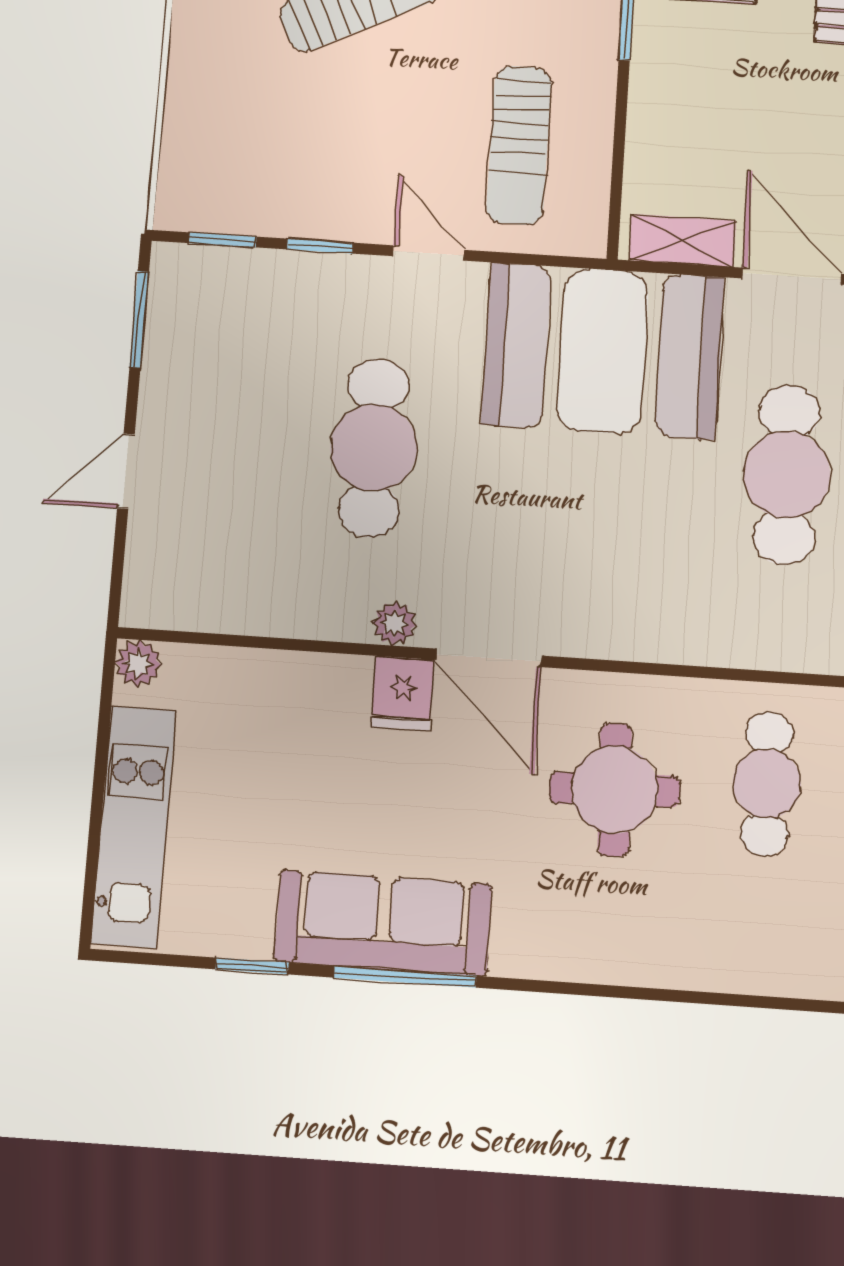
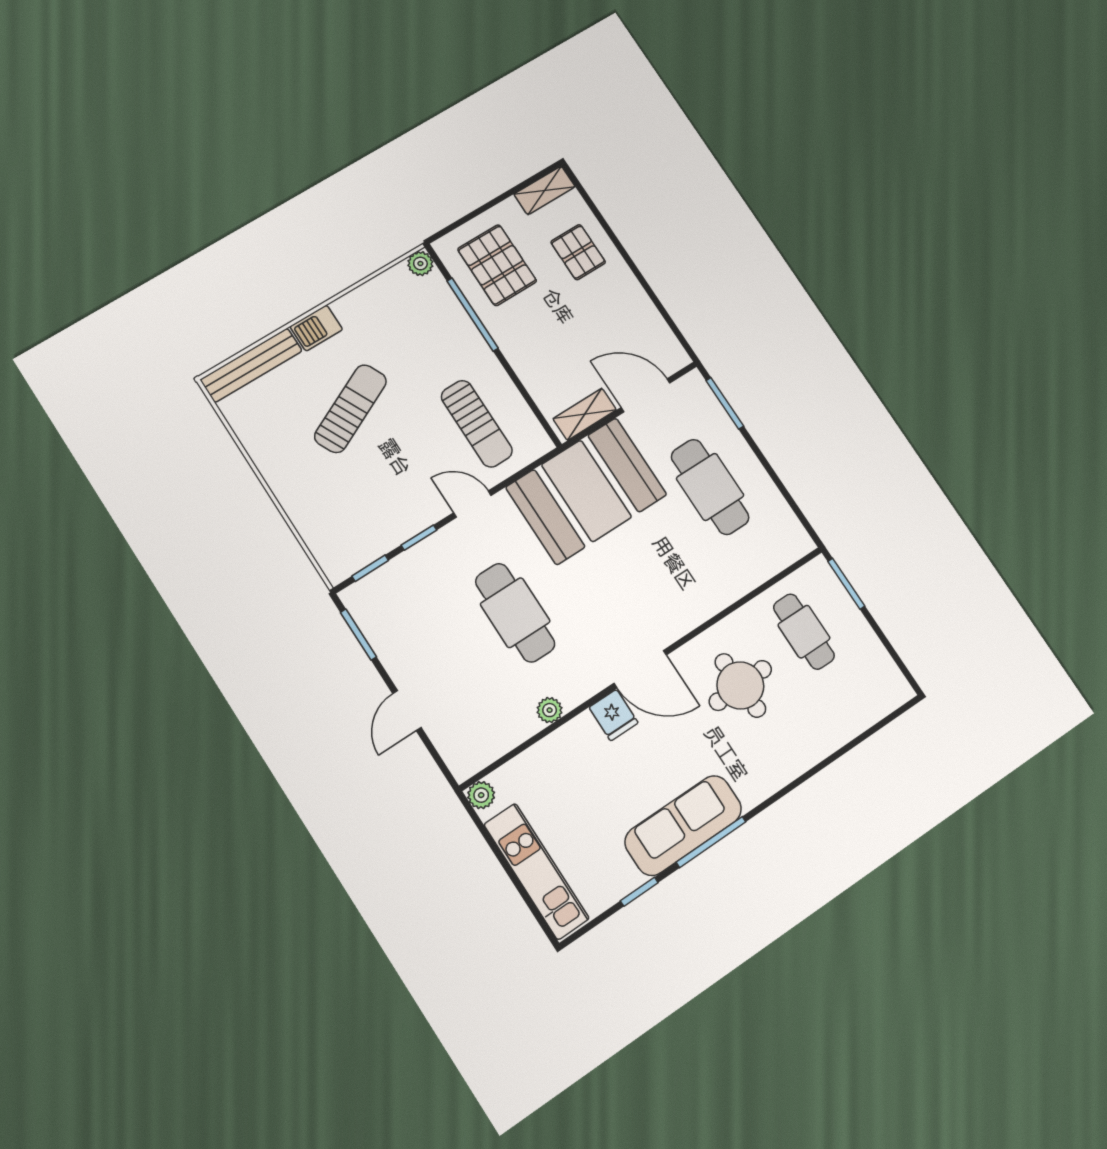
plant: (395, 623) -> (550, 710), moved

